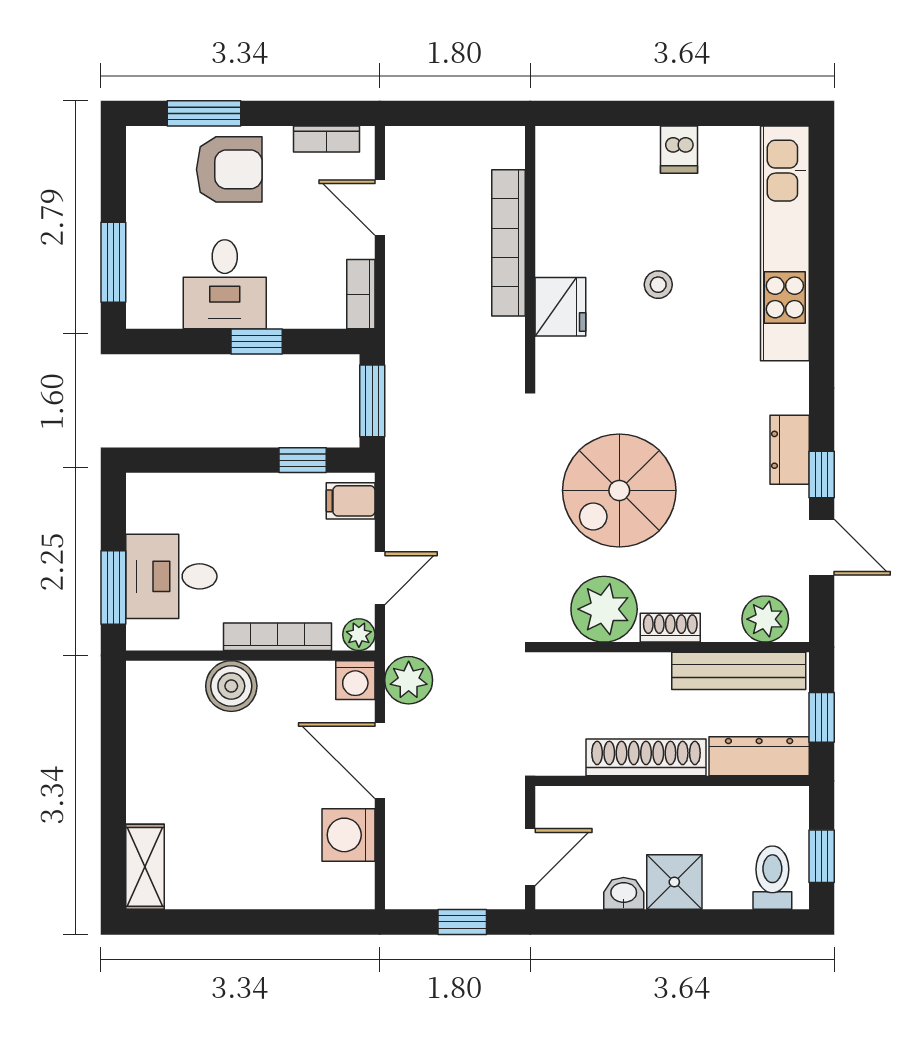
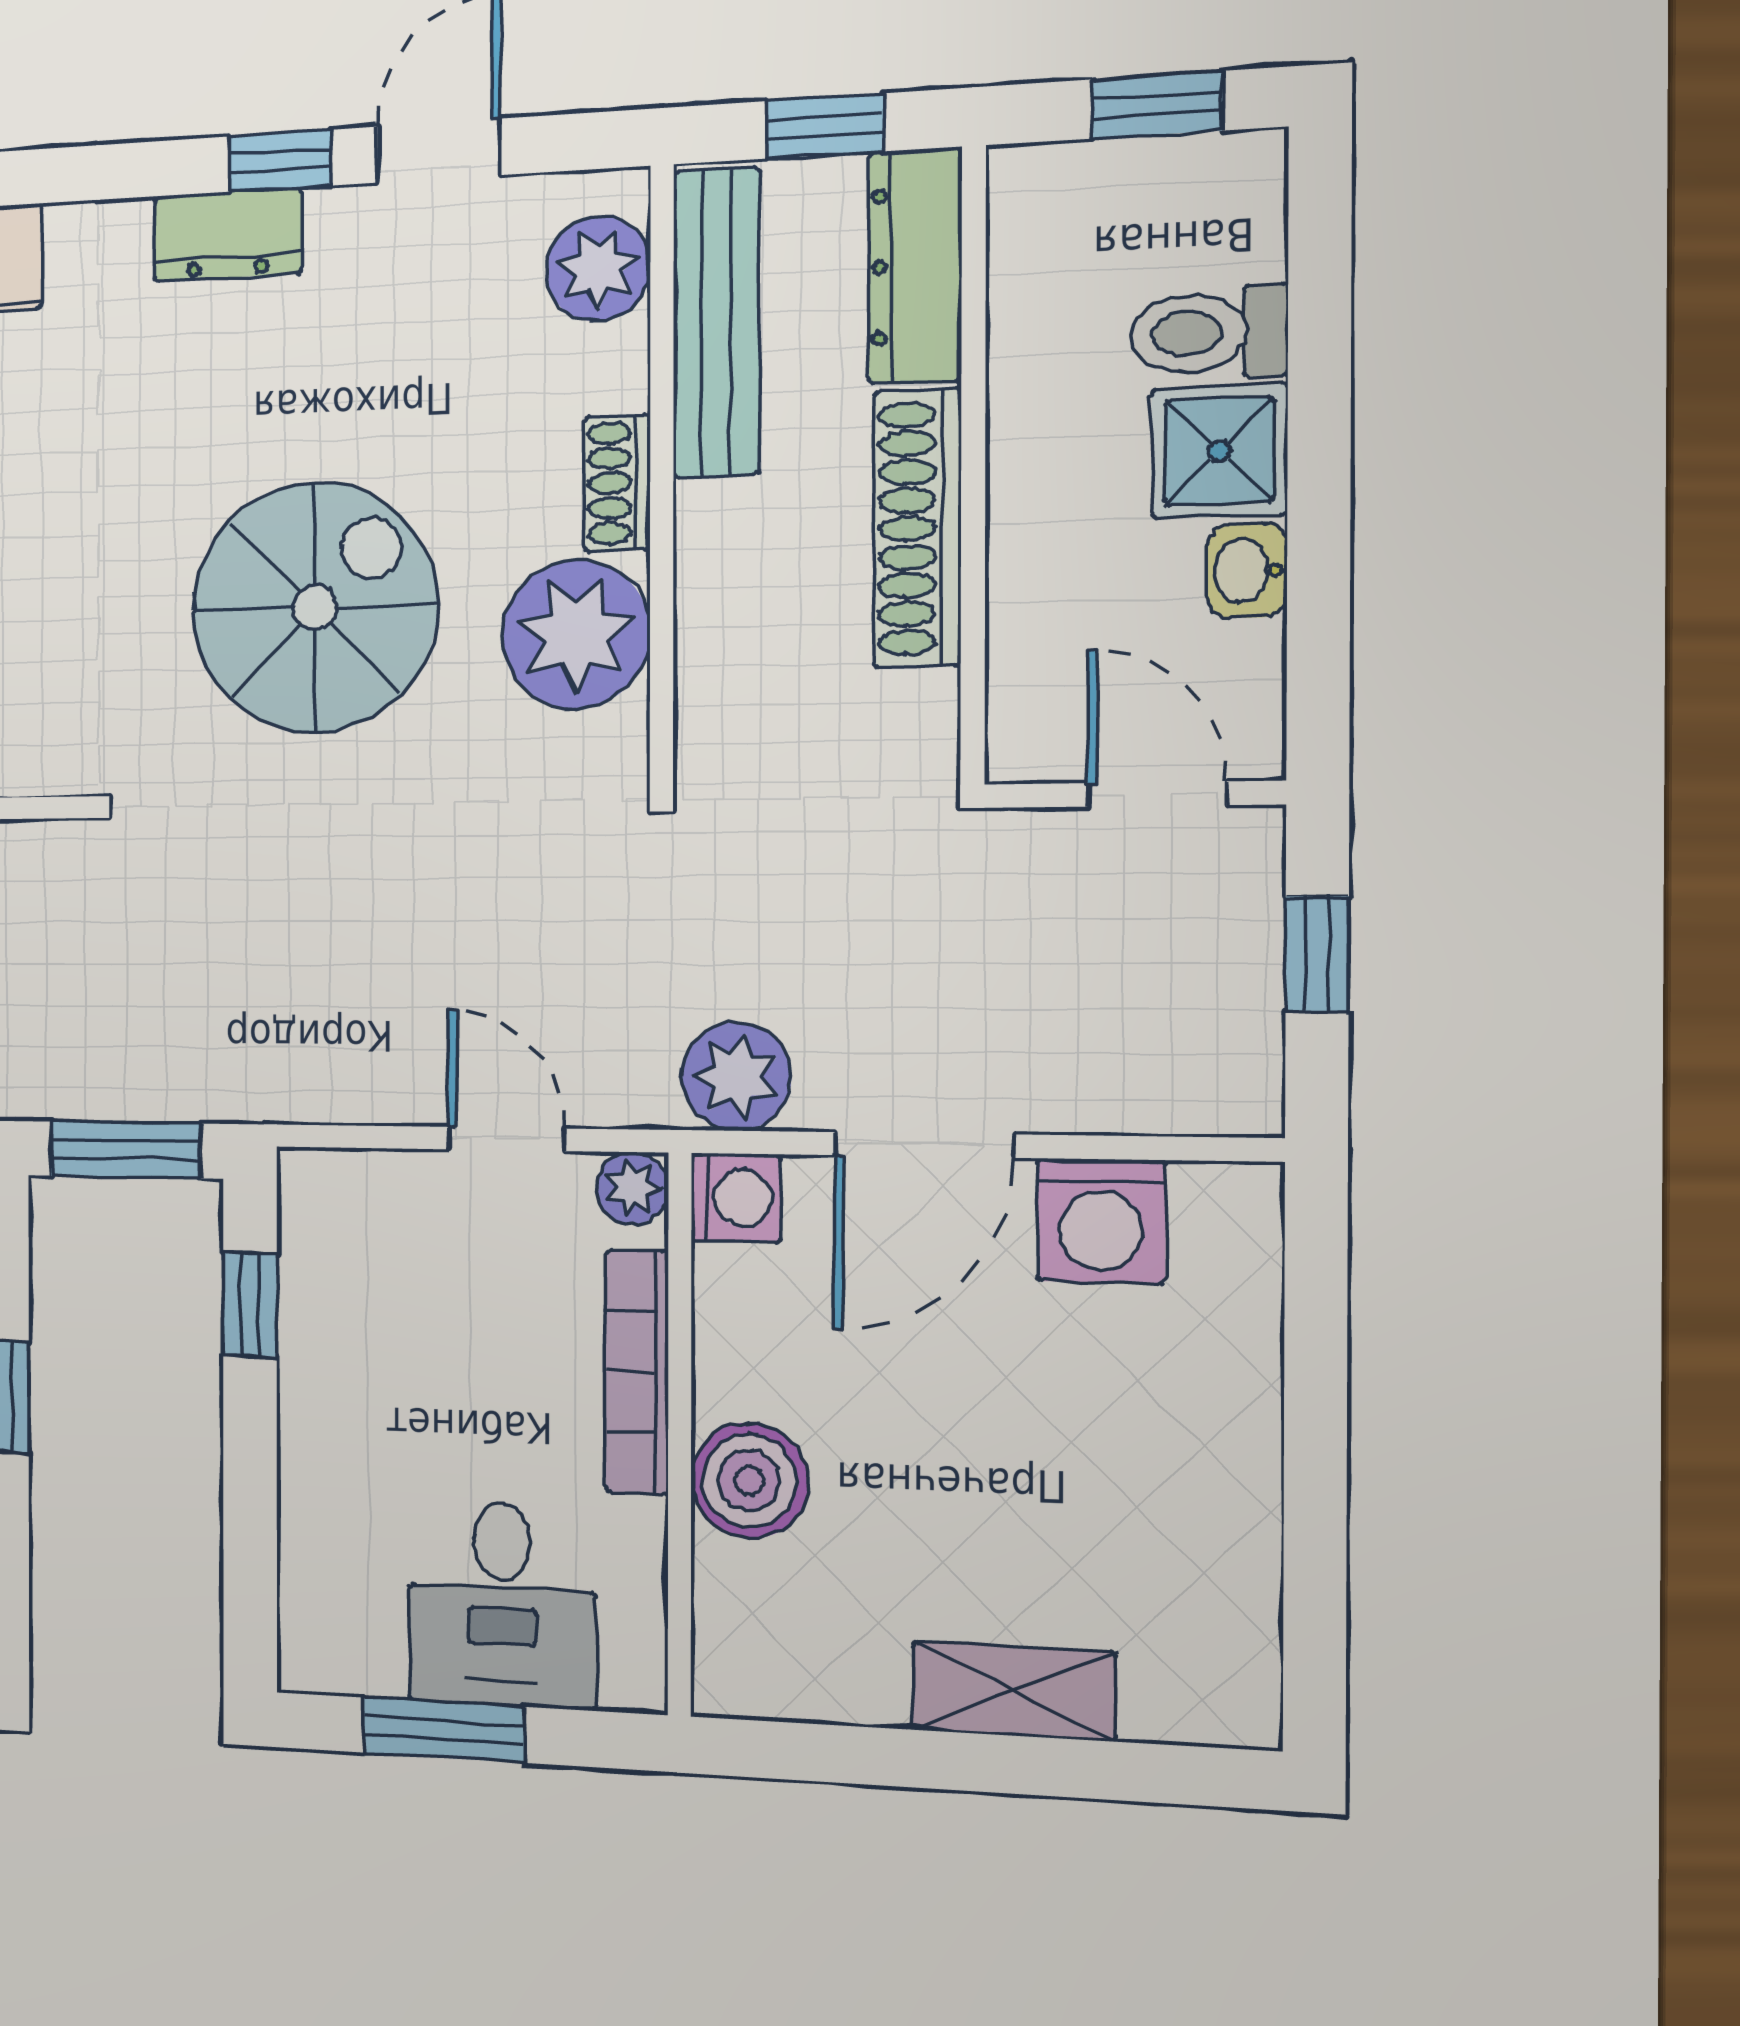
spiral stairs: (619, 490) -> (315, 607), turned -90
filing cabinet: (351, 501) -> (337, 1201), removed
window: (113, 588) -> (444, 1730), moved
shelving: (145, 867) -> (1014, 1691), moved
toilet: (772, 878) -> (1209, 333), moved

